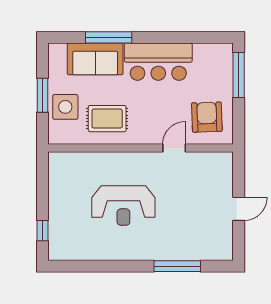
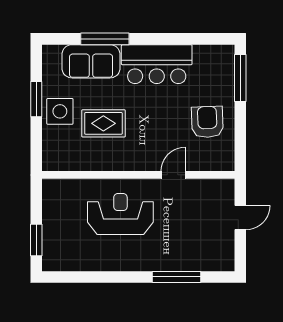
wall: (141, 148) -> (138, 175), moved
door: (174, 148) -> (173, 175), moved
reception desk: (123, 206) -> (120, 214), turned 180
window: (43, 231) -> (36, 240), width x1.50

